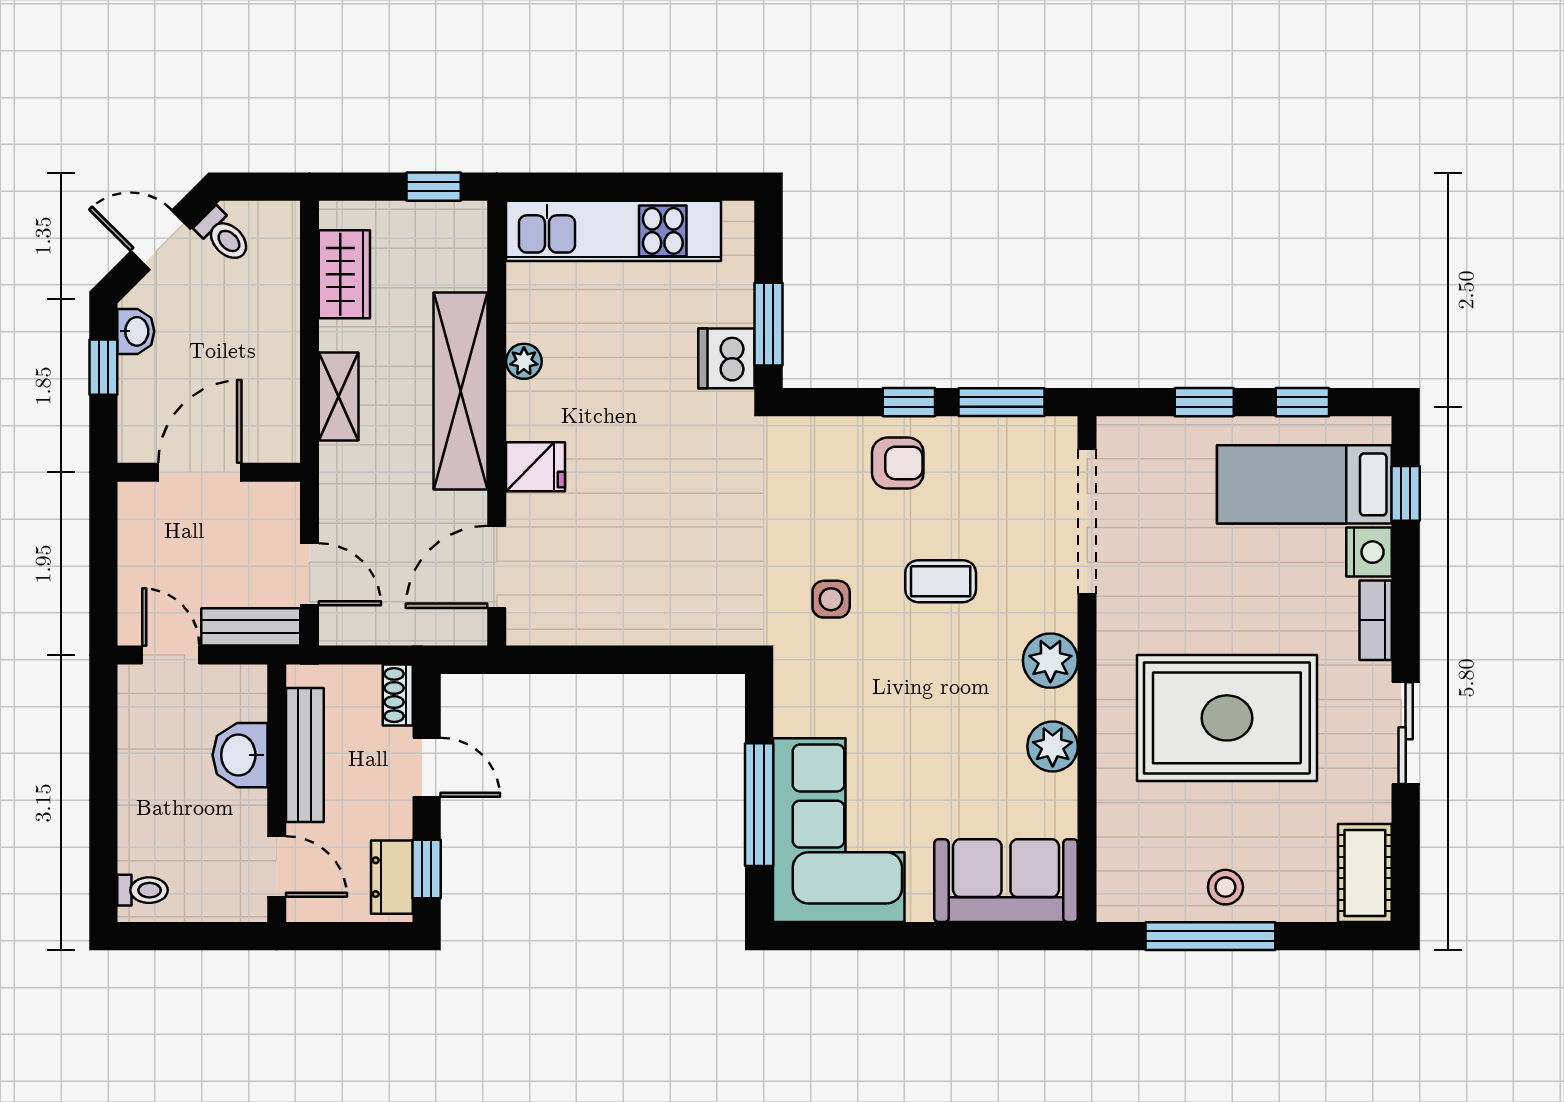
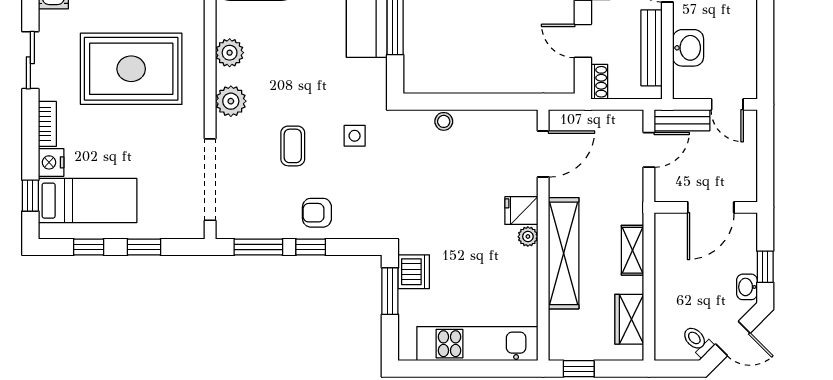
plant: (524, 361) -> (528, 237), moved
door: (309, 574) -> (649, 150), swing flipped
coffee table: (941, 581) -> (293, 146), turned 90
stool: (673, 625) -> (444, 121), added

